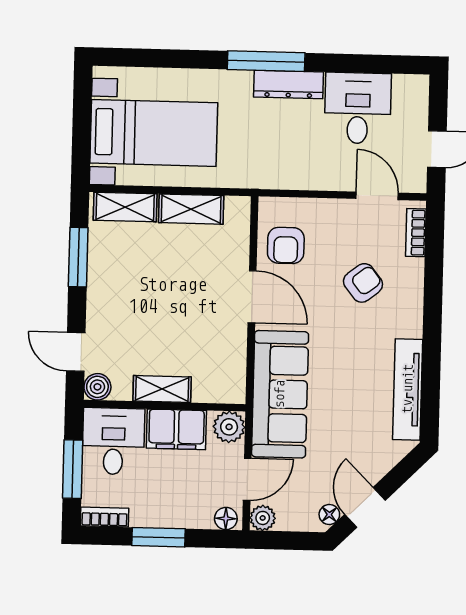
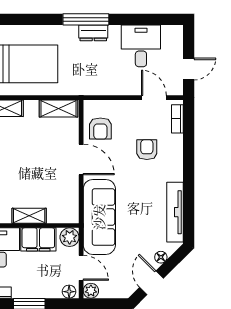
dresser: (288, 84) -> (93, 33), width x0.70
shelving: (191, 209) -> (59, 108), moved
armchair: (363, 283) -> (147, 150), turned -52
door: (247, 479) -> (81, 268), hinge flipped
floor lamp: (329, 514) -> (161, 257), moved

